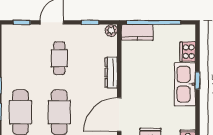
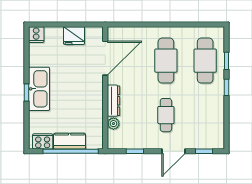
plant: (111, 30) -> (113, 124), moved
kitchen counter: (137, 32) -> (70, 141), moved
cooker: (188, 52) -> (43, 141), moved, turned -90

